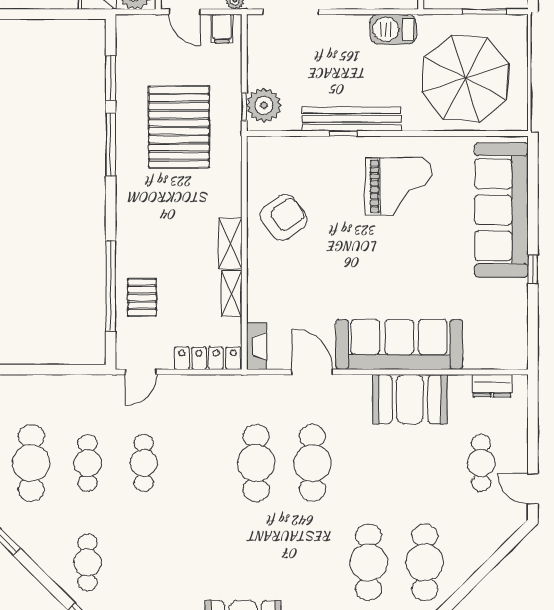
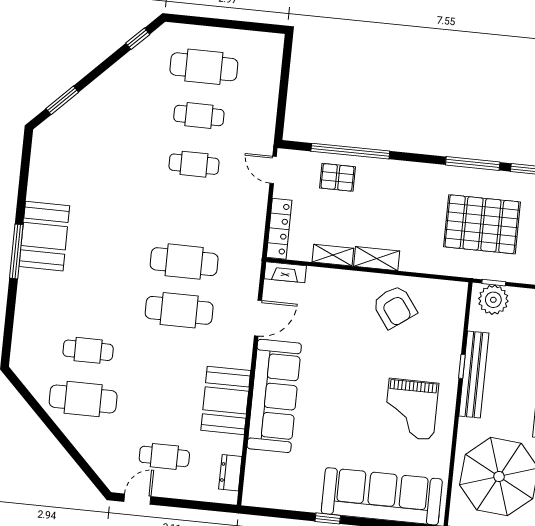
cafe table: (87, 562) -> (113, 107), removed
cafe table: (369, 562) -> (88, 350), width x0.73, depth x0.74

